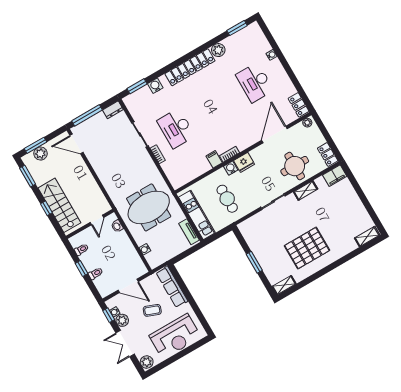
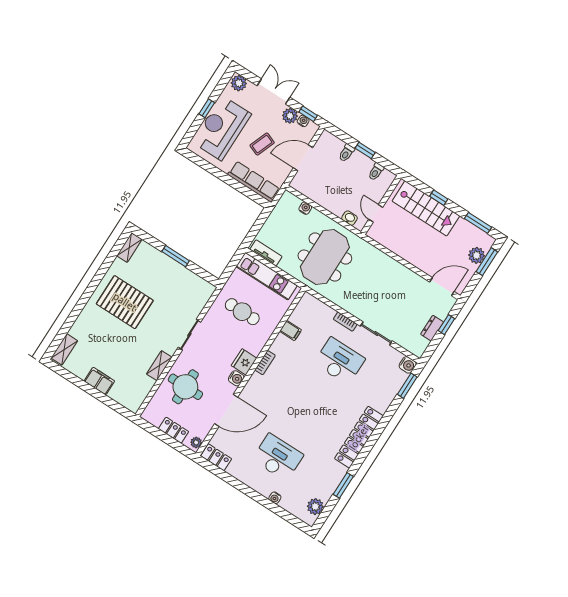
window: (237, 28) -> (343, 485), moved
plant: (218, 50) -> (315, 507), moved
water cooler: (155, 86) -> (408, 365), moved
dresser: (113, 110) -> (432, 328), moved
window: (87, 115) -> (446, 325), width x0.46
door: (274, 135) -> (226, 410), hinge flipped
locker: (328, 154) -> (174, 430), moved
filing cabinet: (214, 159) -> (291, 331), moved
water cooler: (231, 168) -> (236, 378), moved
filing cabinet: (335, 176) -> (99, 381), moved, turned 90
pallet: (307, 248) -> (125, 302), turned 90
window: (178, 356) -> (207, 108), added

